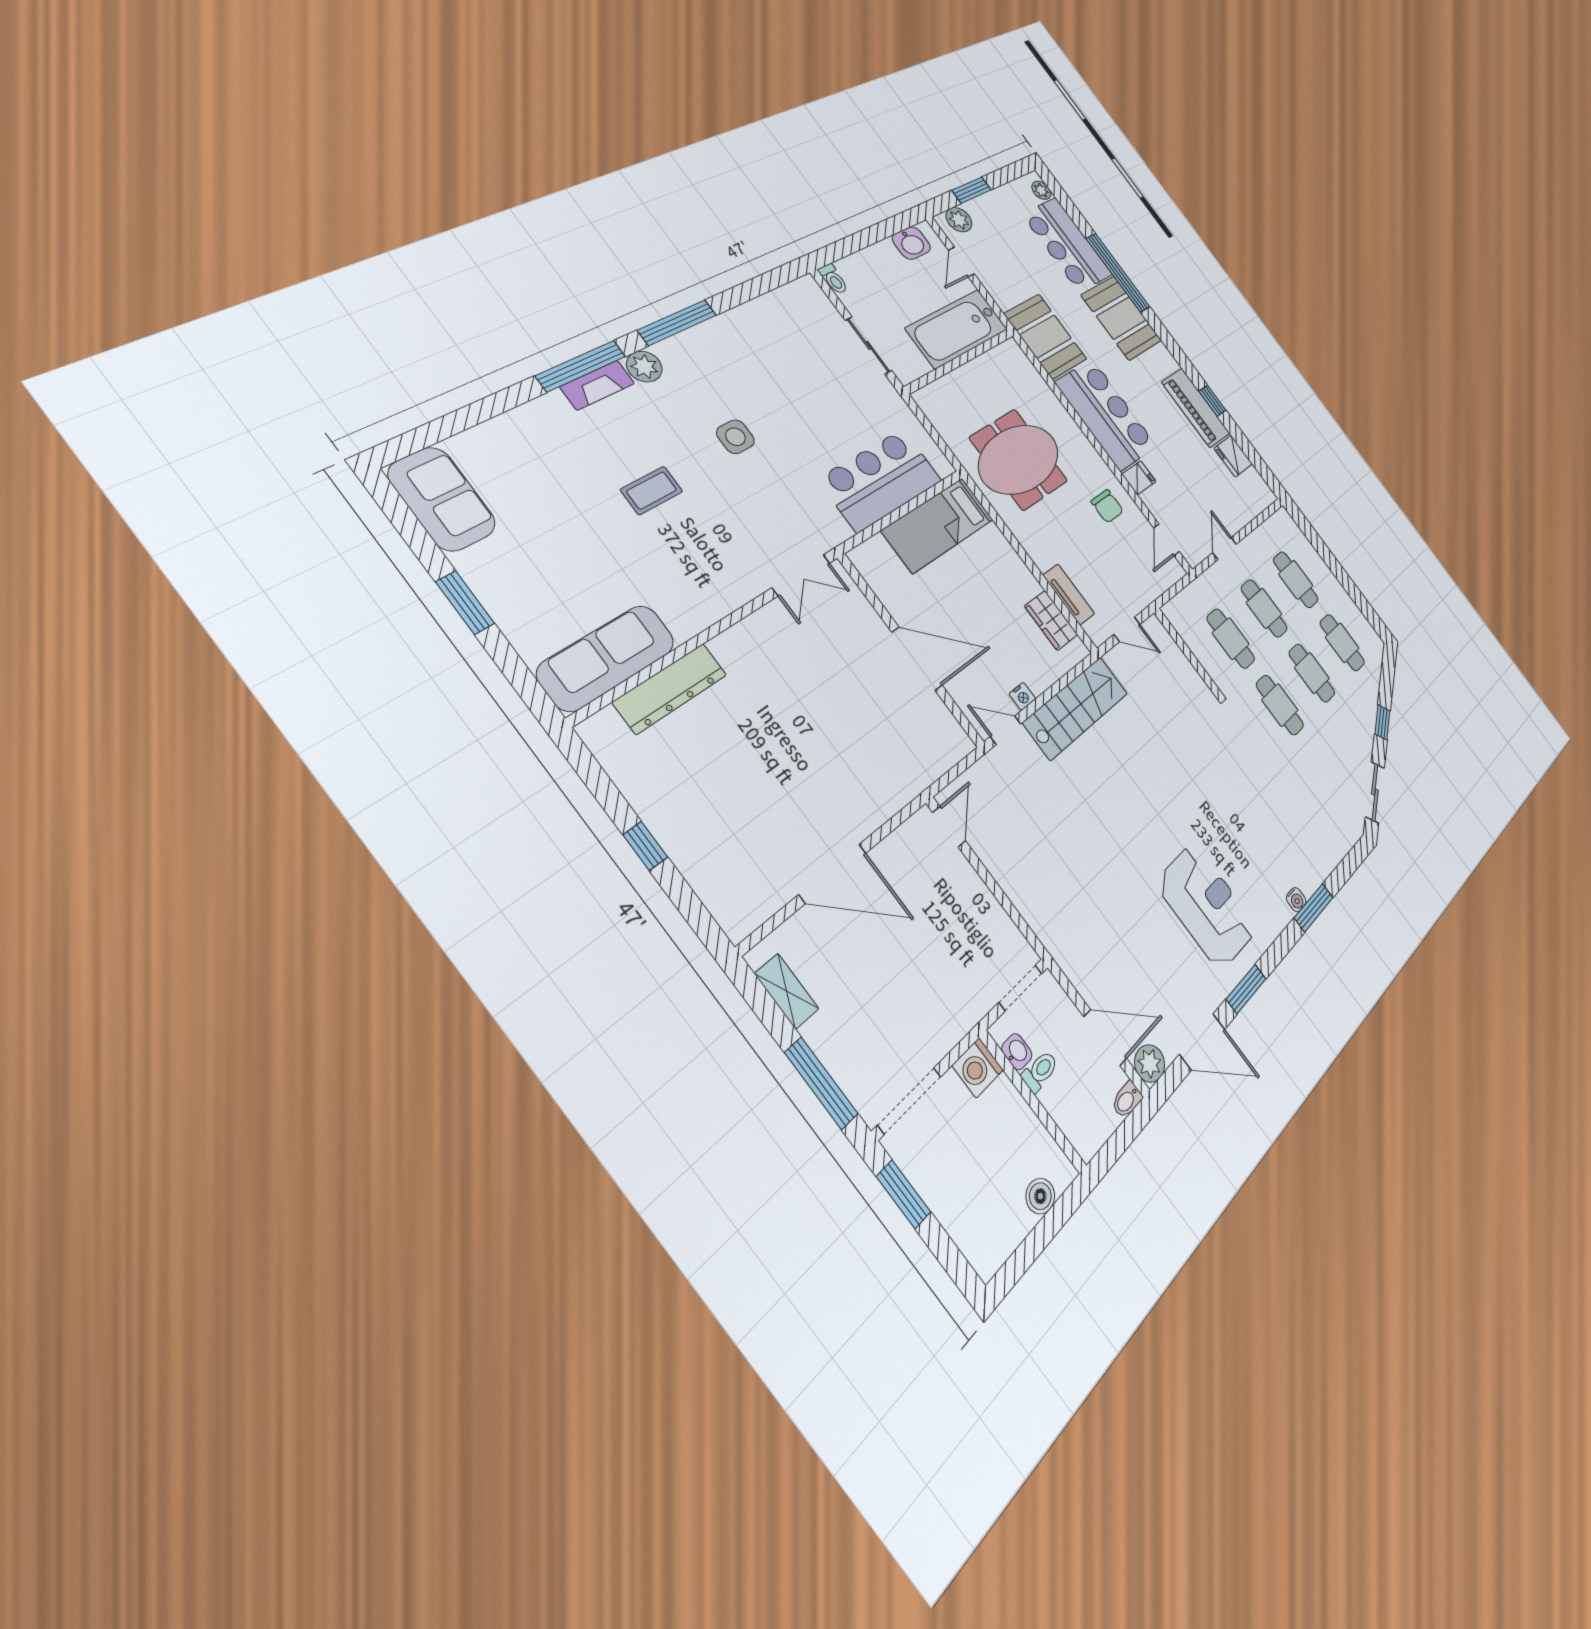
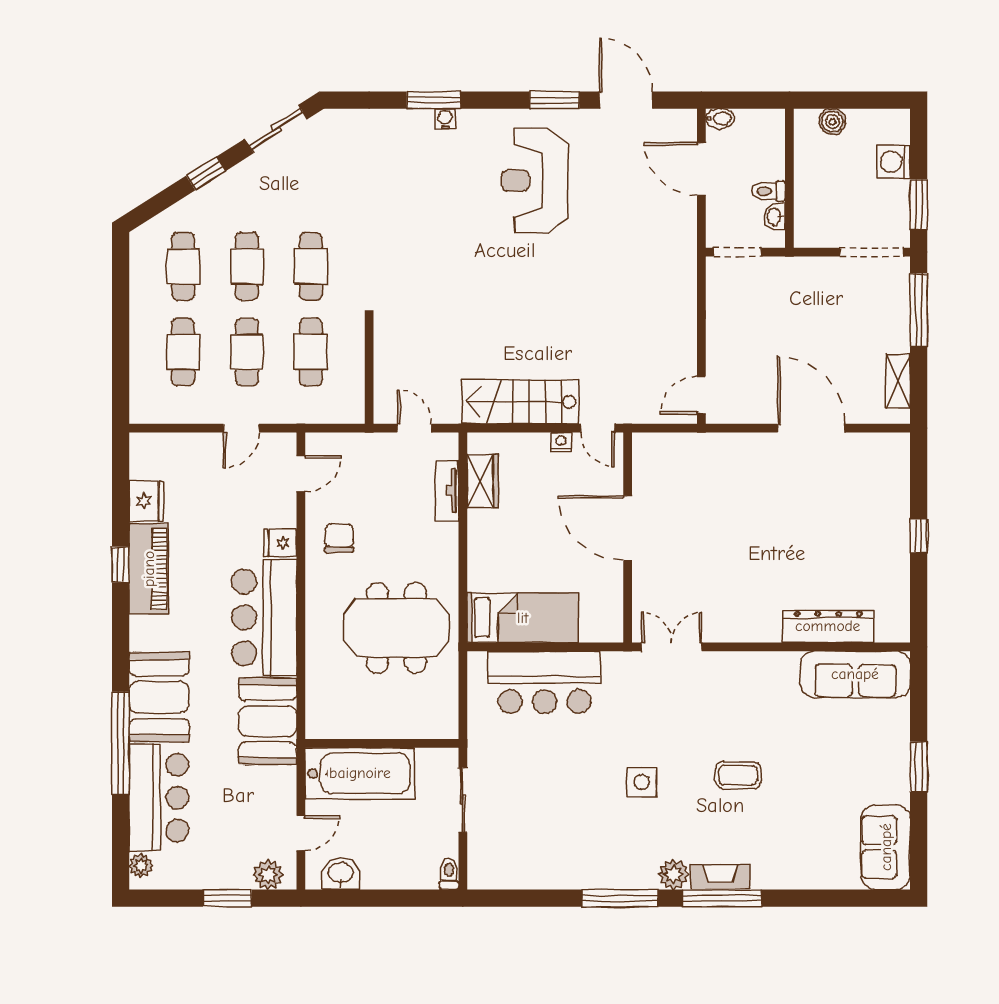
plant: (1150, 1063) -> (682, 124), removed
washing machine: (978, 1068) -> (893, 162), moved, turned 180

